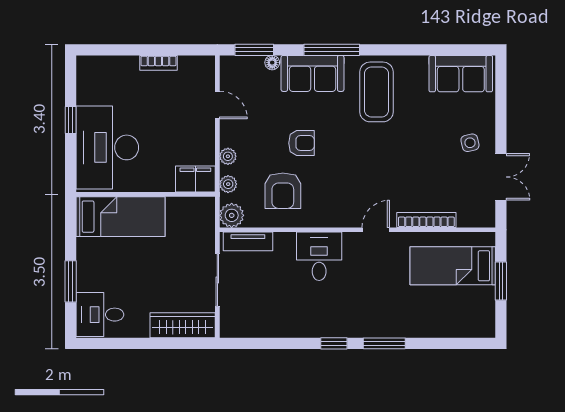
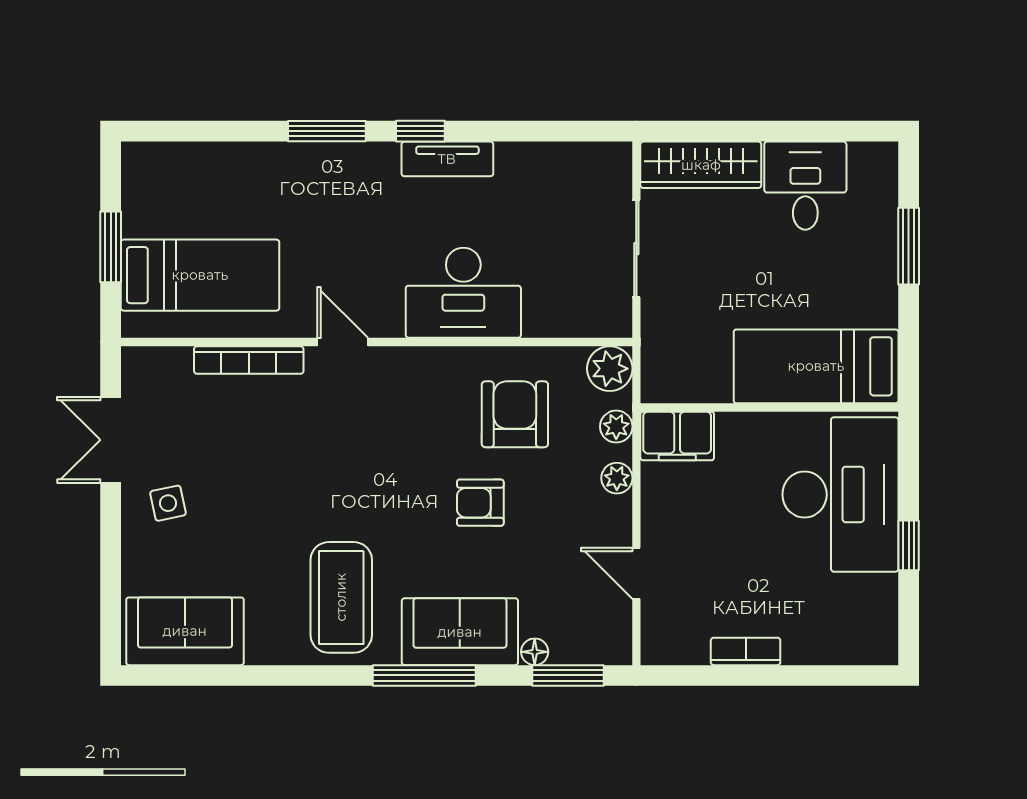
door: (376, 230) -> (343, 342), swing flipped
tv unit: (248, 241) -> (447, 159), moved, turned 180
desk: (319, 256) -> (463, 293), width x1.37
desk: (100, 315) -> (805, 186), moved, turned -90

